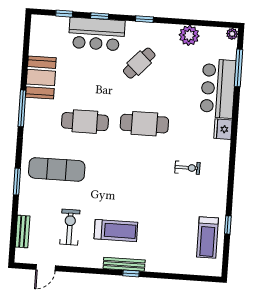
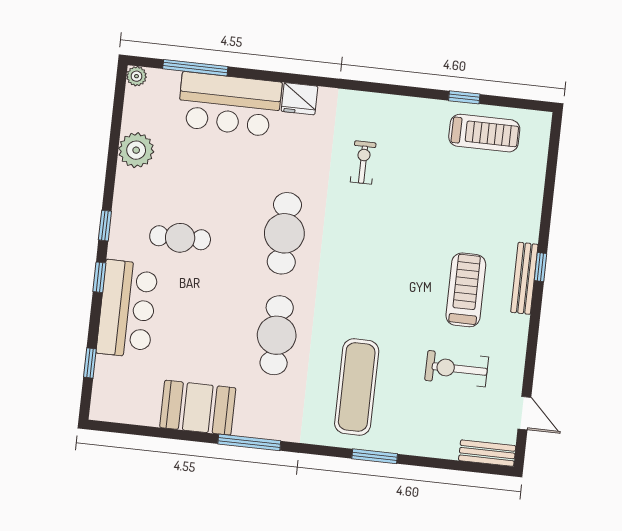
window: (100, 16) -> (99, 277), moved
cafe table: (139, 63) -> (180, 238), turned -44
bench: (23, 232) -> (487, 453), moved

